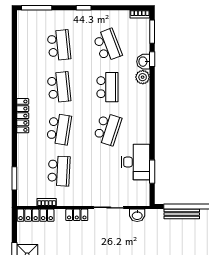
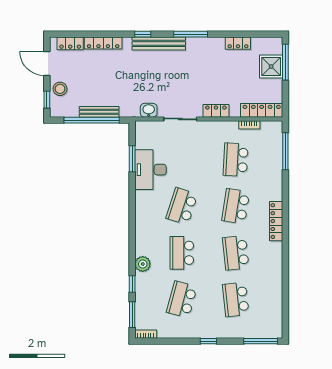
school desk: (107, 45) -> (182, 299), turned 36
washbasin: (143, 62) -> (142, 281), removed
window: (14, 178) -> (285, 151), width x1.44

